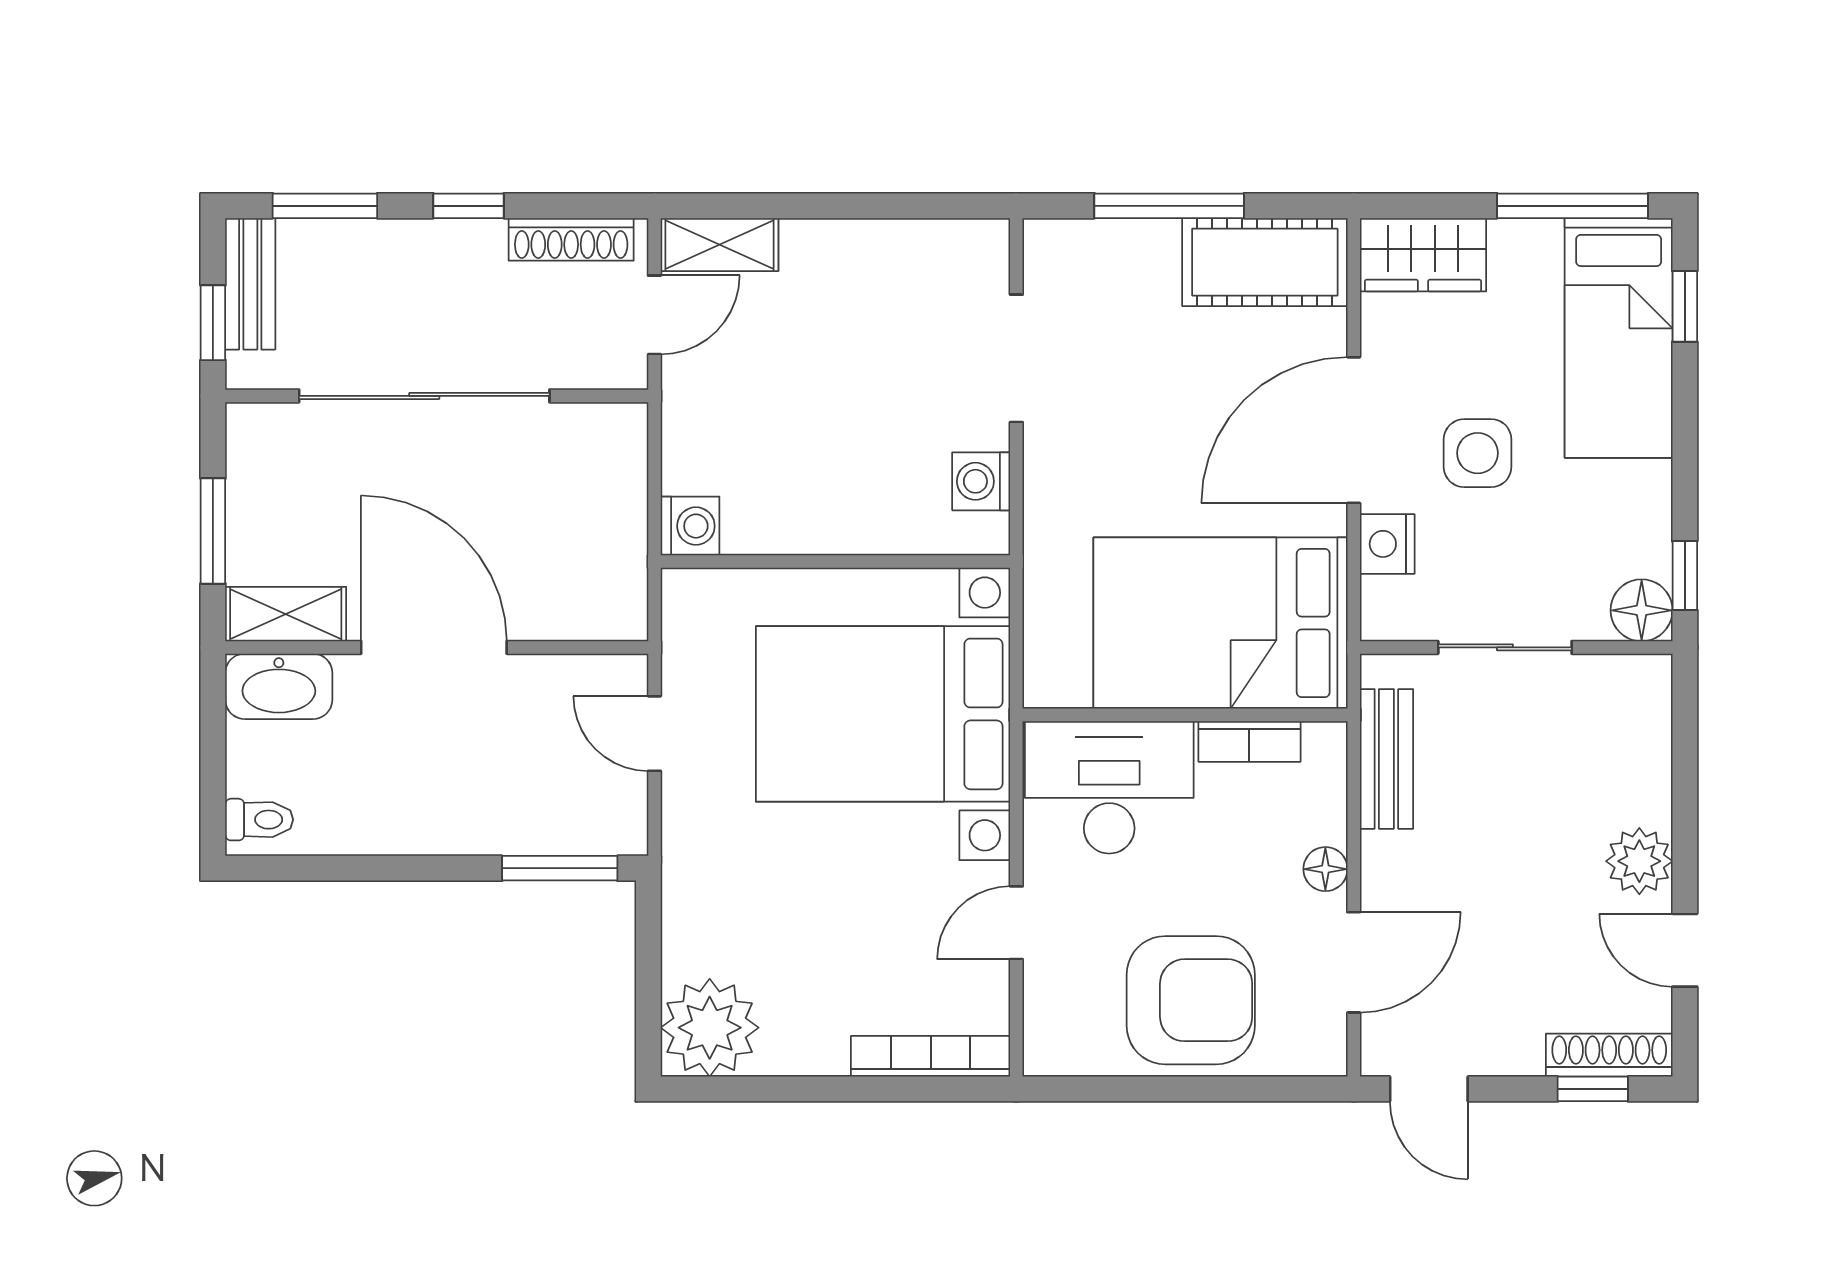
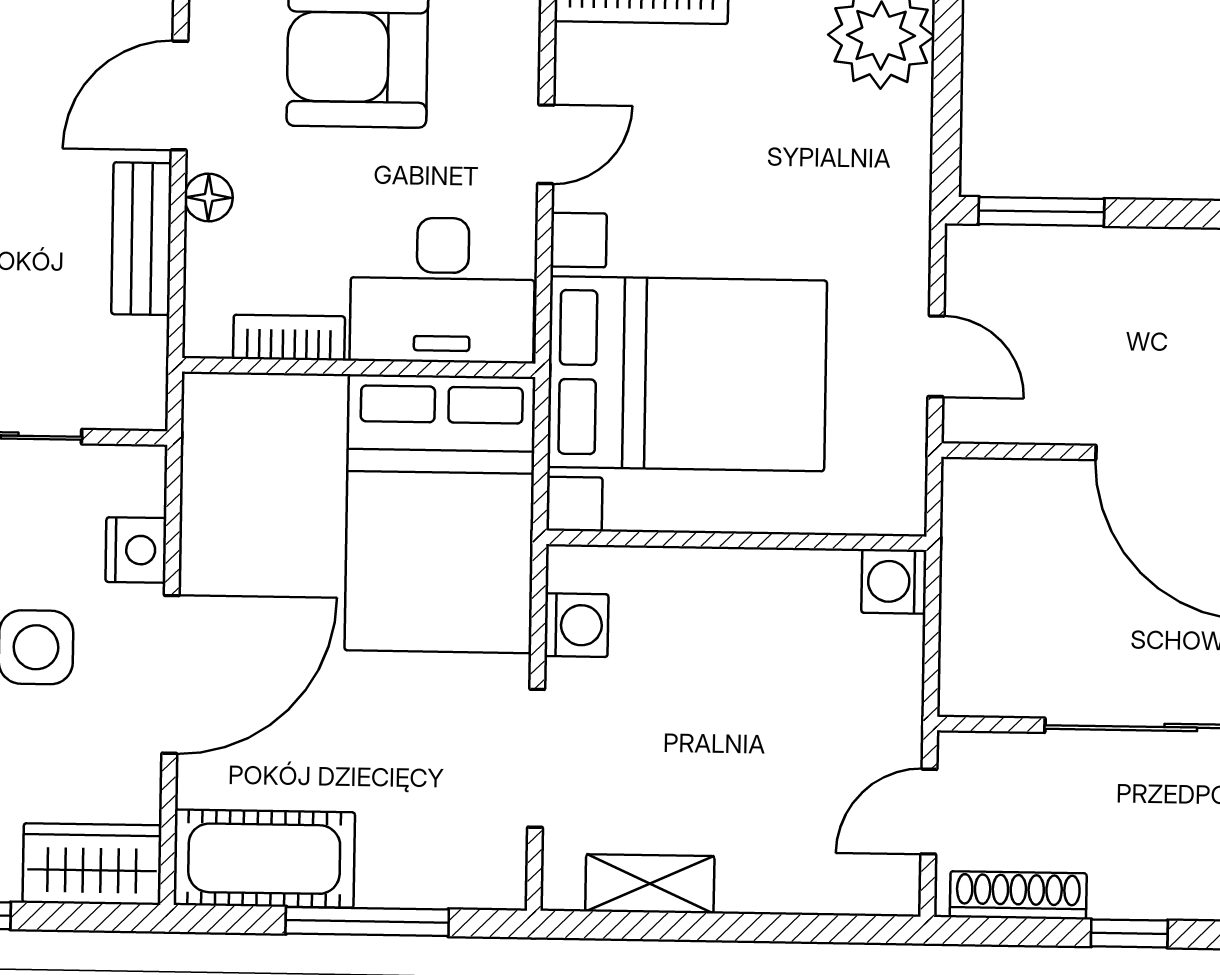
shelving: (719, 245) -> (650, 884), moved
bed: (1220, 623) -> (440, 514), moved, turned 90
bench: (1386, 759) -> (142, 239), moved

